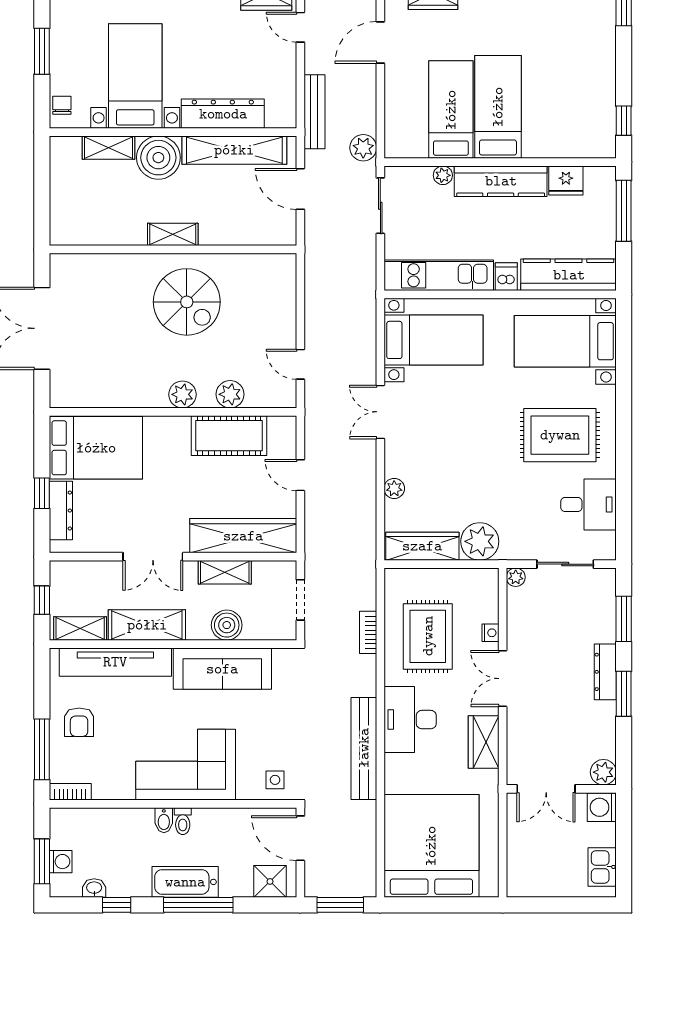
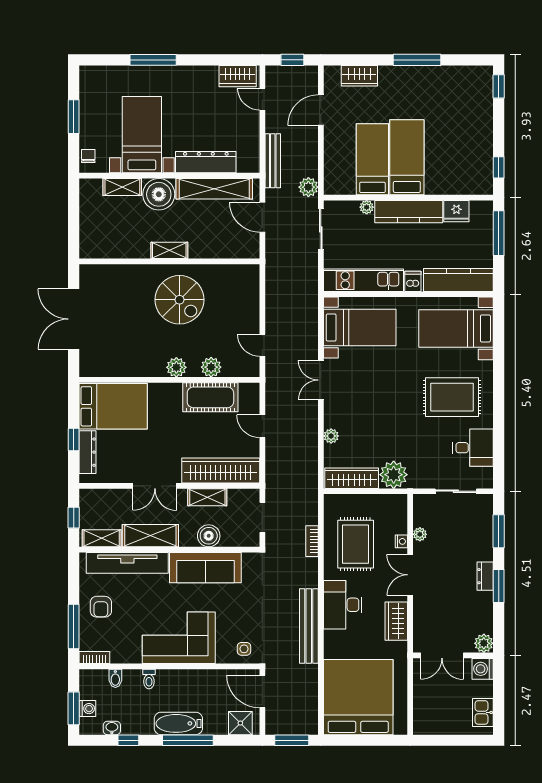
plant: (516, 577) -> (420, 534), moved
dresser: (605, 672) -> (485, 576), width x0.70
bidet: (164, 820) -> (115, 678), moved
toilet: (183, 821) -> (149, 679), moved

